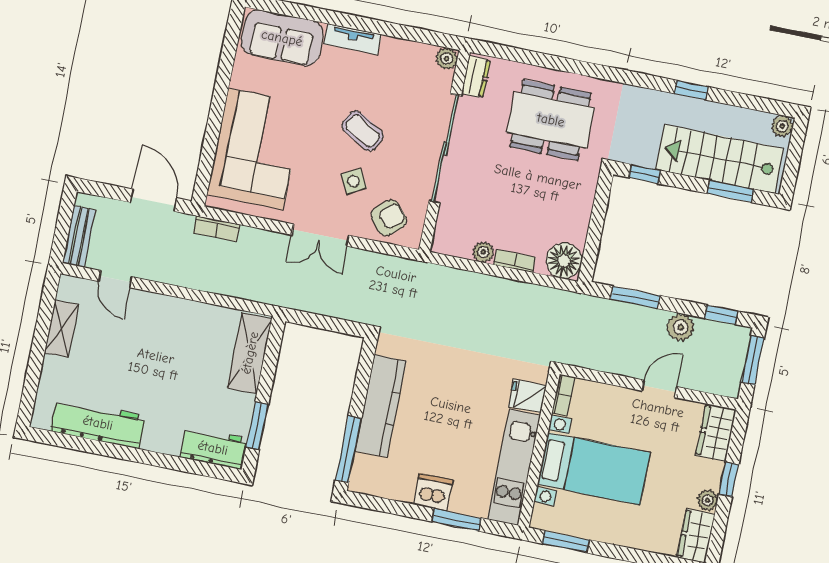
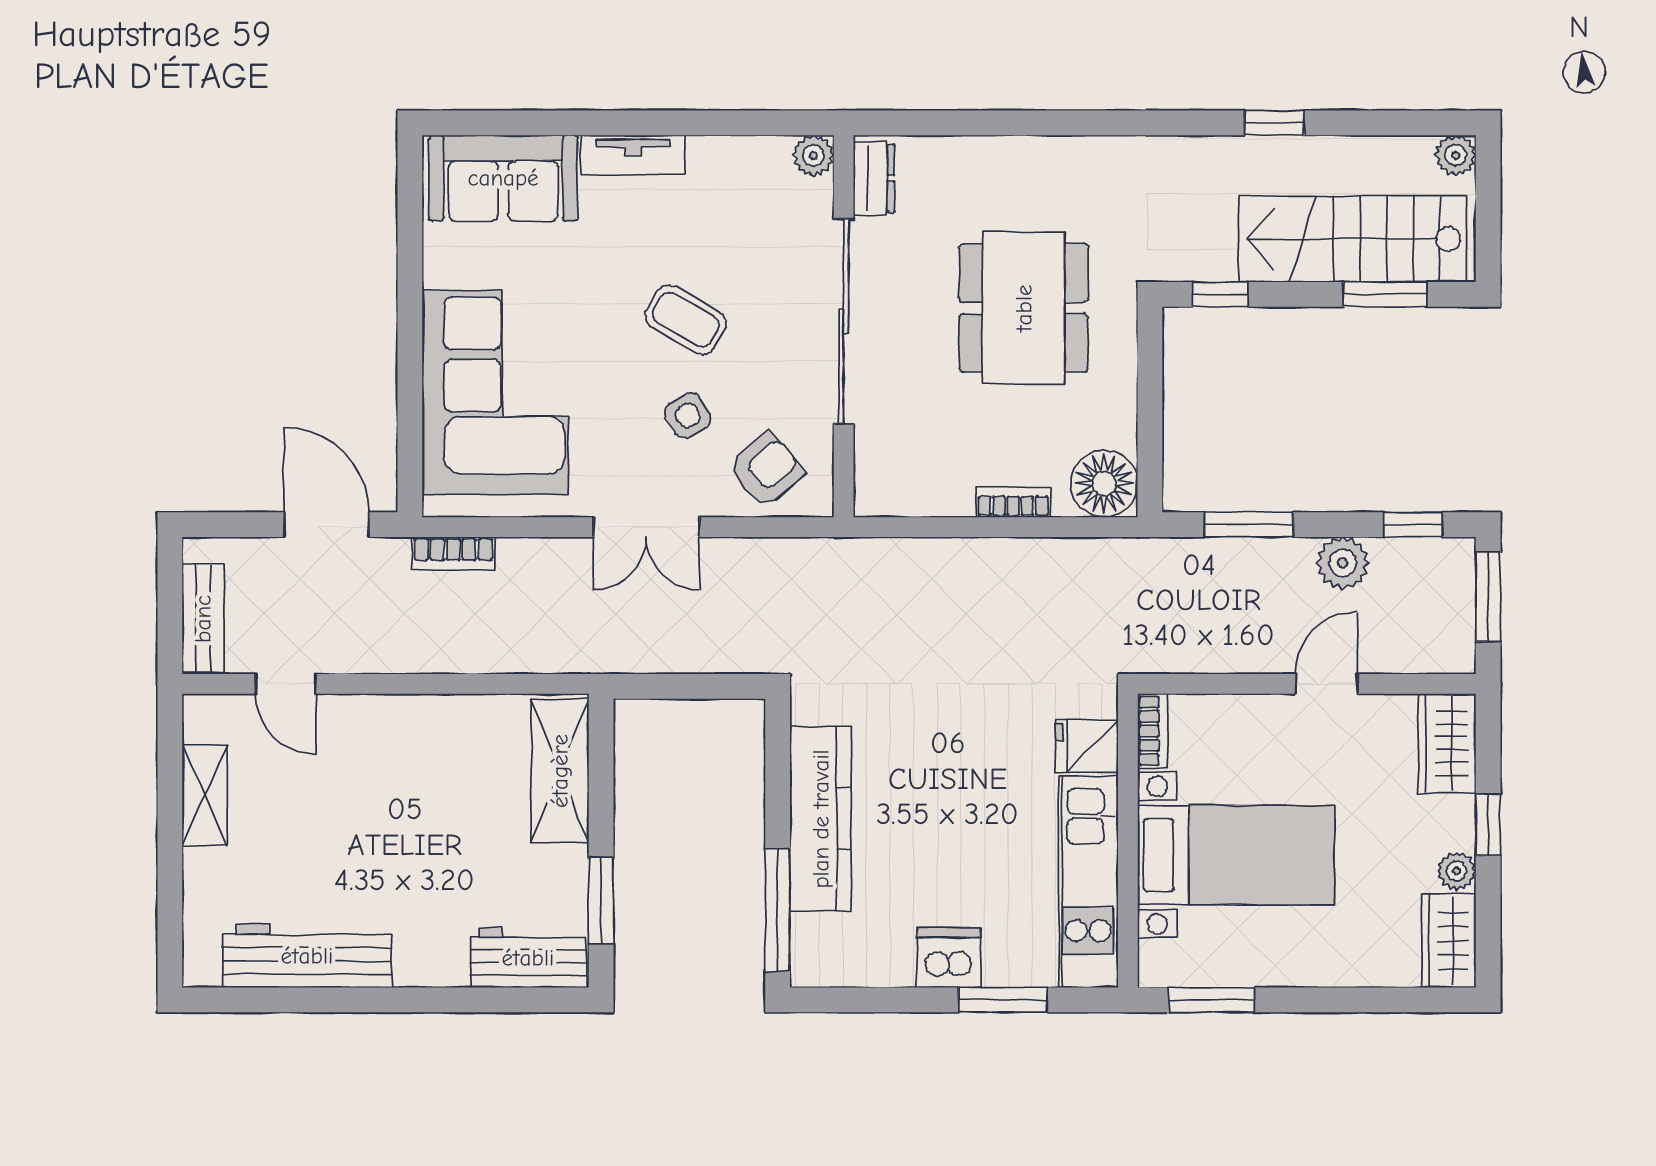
dining table: (551, 120) -> (1024, 308), moved, turned 90
plant: (483, 252) -> (952, 498), removed

